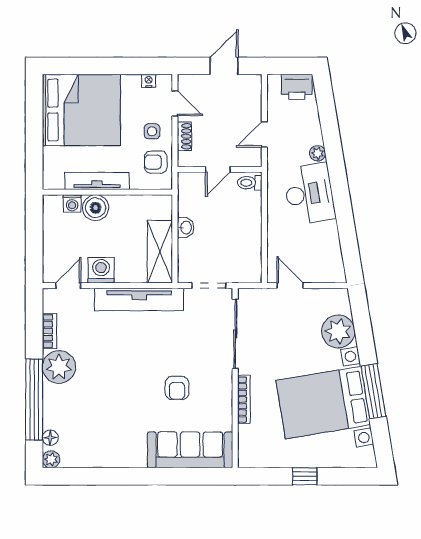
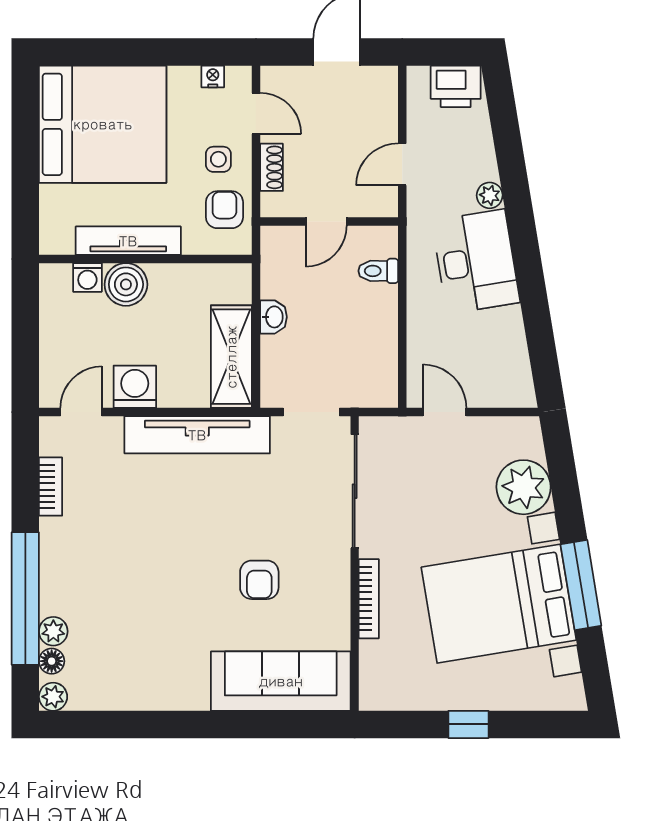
armchair: (156, 162) -> (224, 210), turned 90
toilet: (250, 183) -> (378, 271), moved
plant: (59, 367) -> (53, 631), moved, width x0.53, depth x0.53

